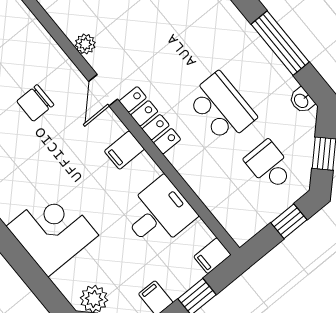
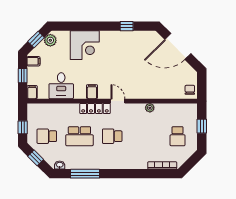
plant: (85, 44) -> (150, 108), moved
school desk: (174, 49) -> (112, 136), added
chair: (35, 103) -> (132, 75), removed
school desk: (269, 165) -> (47, 136), turned 180

